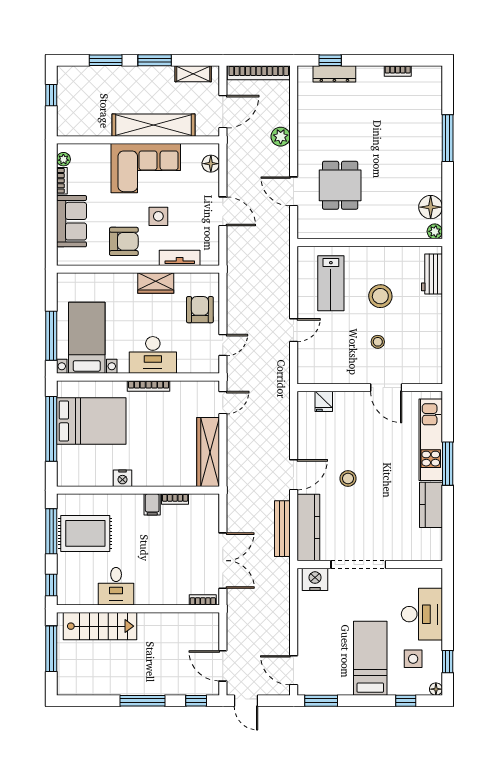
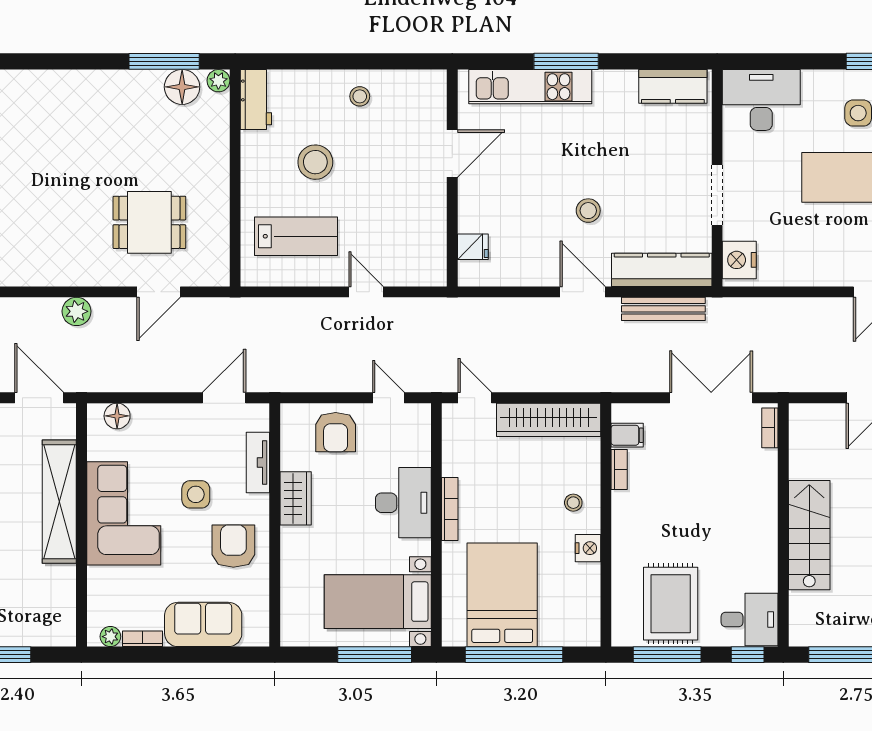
window: (448, 138) -> (164, 61), moved
door: (223, 211) -> (224, 398), moved
workbench: (432, 274) -> (256, 99), moved, turned -90
armchair: (200, 310) -> (336, 432), turned -90
stool: (378, 342) -> (360, 96), moved
stool: (153, 468) -> (573, 503), added
filing cabinet: (152, 504) -> (627, 435), moved
kitchen counter: (431, 505) -> (673, 86), moved
doorway: (358, 565) -> (717, 195), width x0.73
desk: (116, 586) -> (750, 620), moved
desk: (422, 614) -> (761, 100), moved
stairs: (100, 626) -> (809, 535), moved

